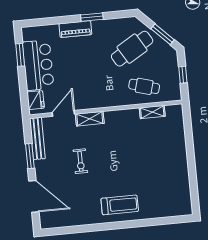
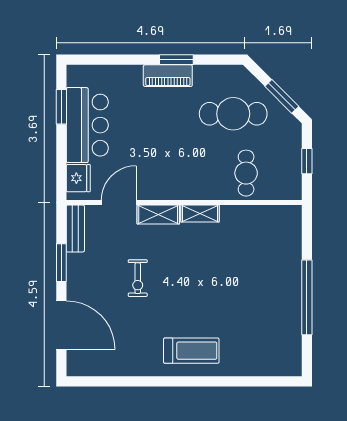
piano: (75, 29) -> (168, 76), moved
cafe table: (132, 49) -> (233, 114), turned 31
cafe table: (144, 86) -> (246, 173), turned 74
shelving: (152, 112) -> (200, 214), moved
bench: (37, 138) -> (75, 228), width x0.73
window: (191, 163) -> (307, 297), added

